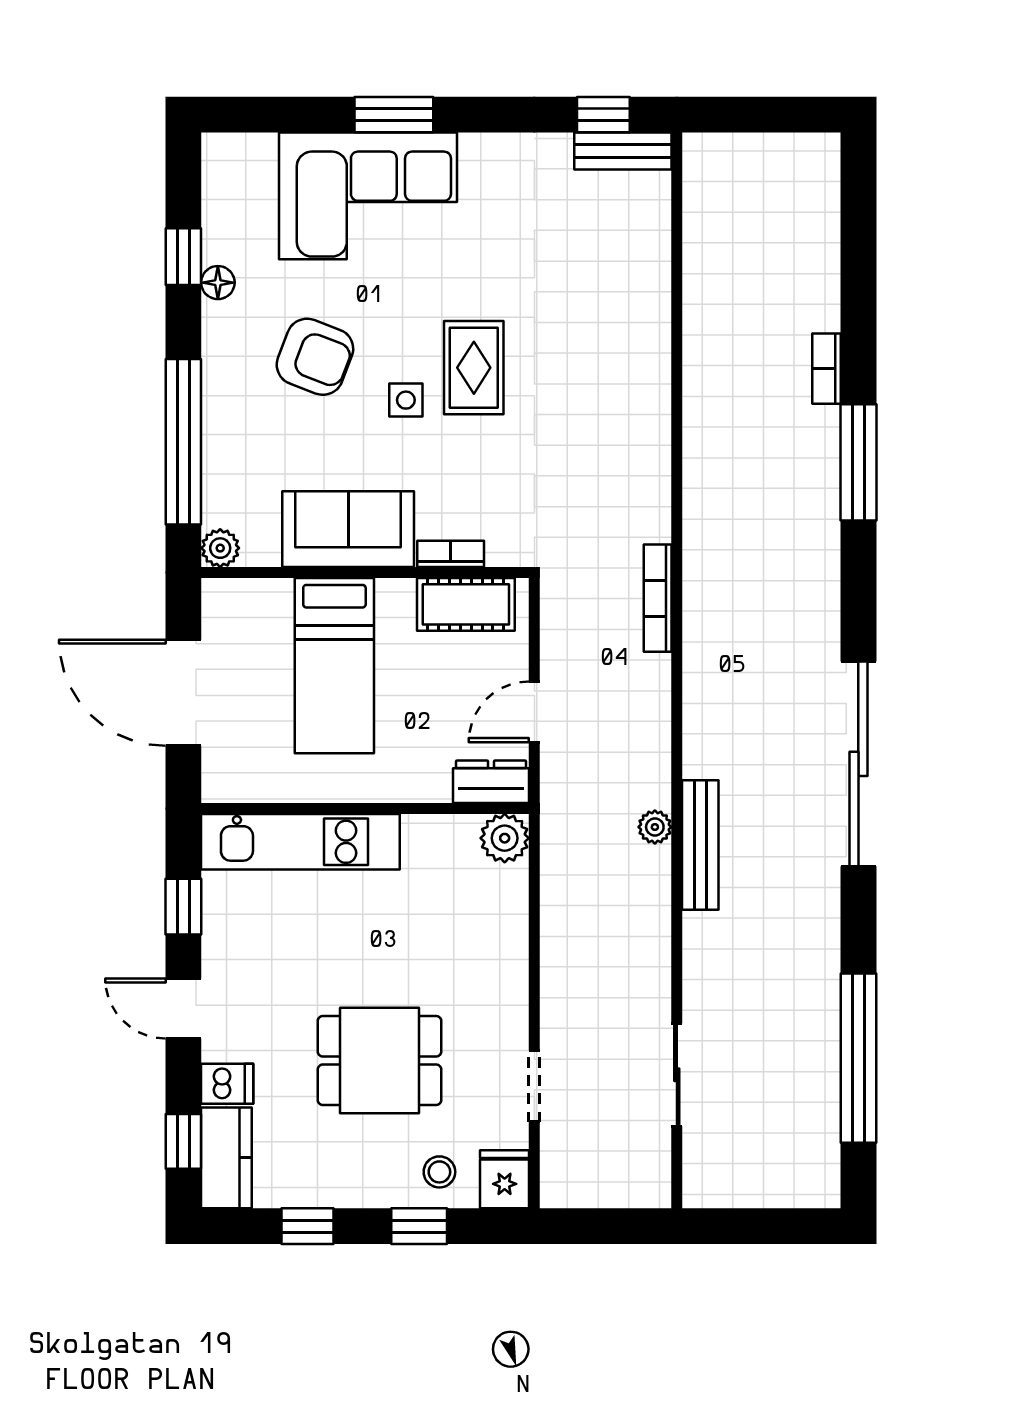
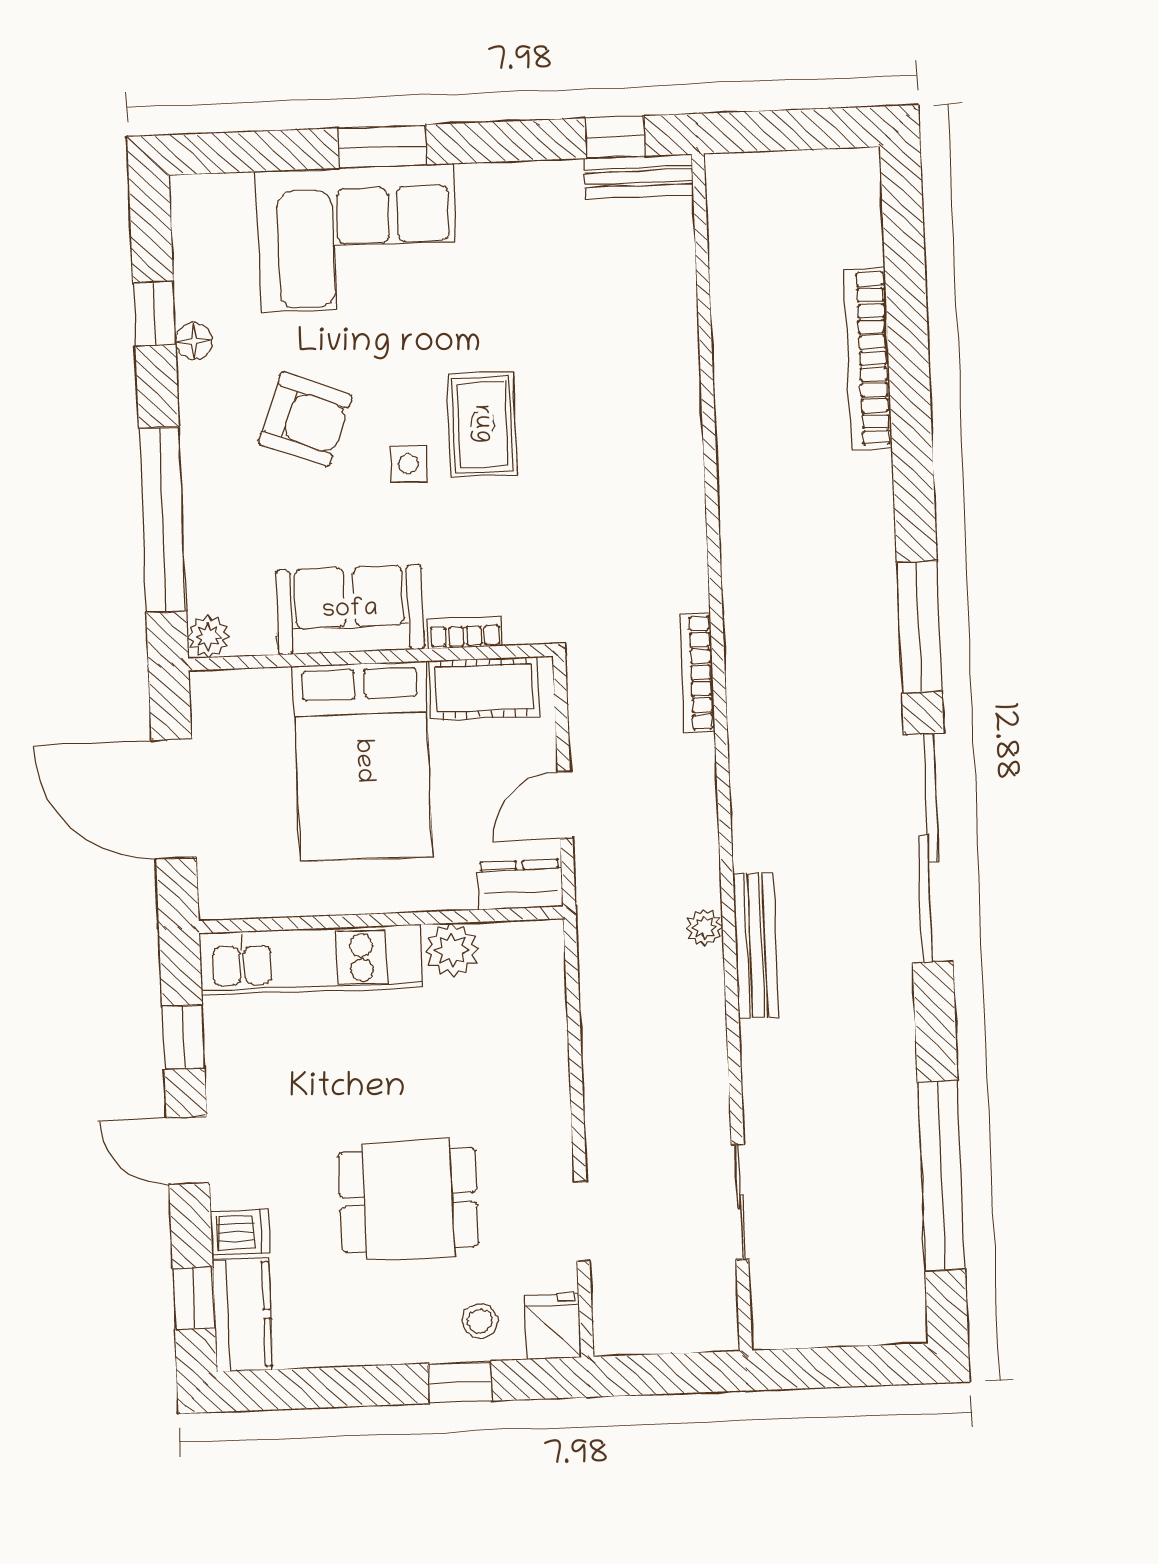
bookcase: (827, 369) -> (868, 358), width x2.31, depth x1.31
window: (858, 462) -> (919, 627), moved
bed: (334, 666) -> (363, 761), width x1.50
plant: (505, 838) -> (452, 950), moved
window: (308, 1226) -> (336, 1387), removed

